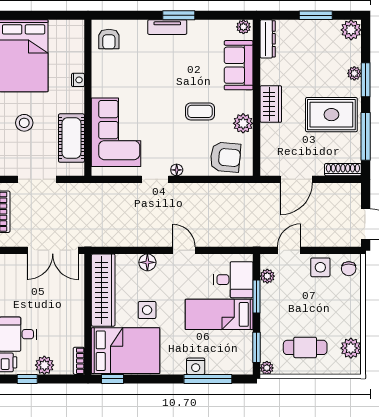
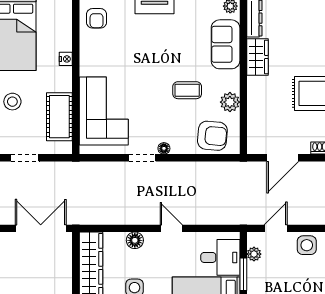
wardrobe: (271, 104) -> (257, 57), moved
doorway: (37, 179) -> (25, 158), width x0.73
double door: (53, 250) -> (41, 228), swing flipped

